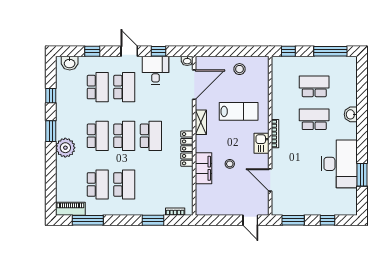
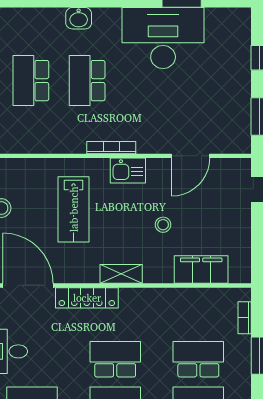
lab bench: (239, 111) -> (74, 209), turned 180
shelving: (201, 122) -> (121, 274), moved
locker: (187, 149) -> (87, 298), moved
filing cabinet: (203, 168) -> (201, 270), moved
school desk: (151, 185) -> (198, 359), added

